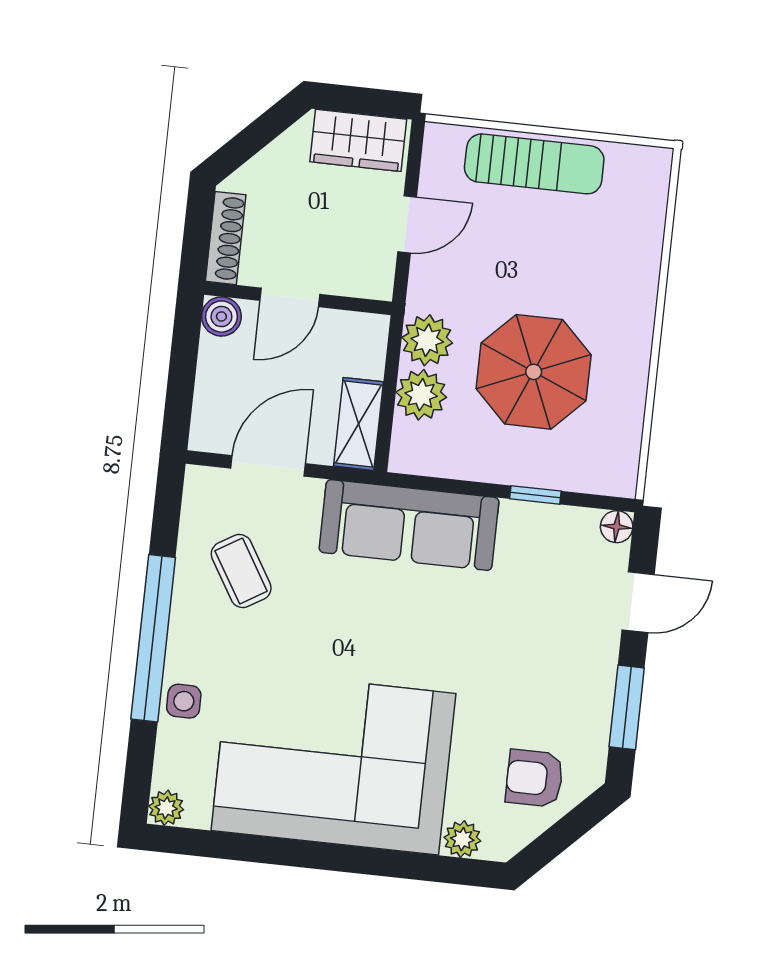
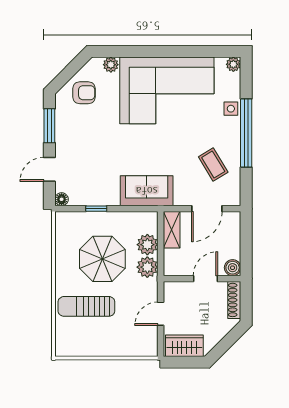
sun lounger: (534, 164) -> (86, 306), moved
sofa: (409, 525) -> (147, 191), width x0.73

